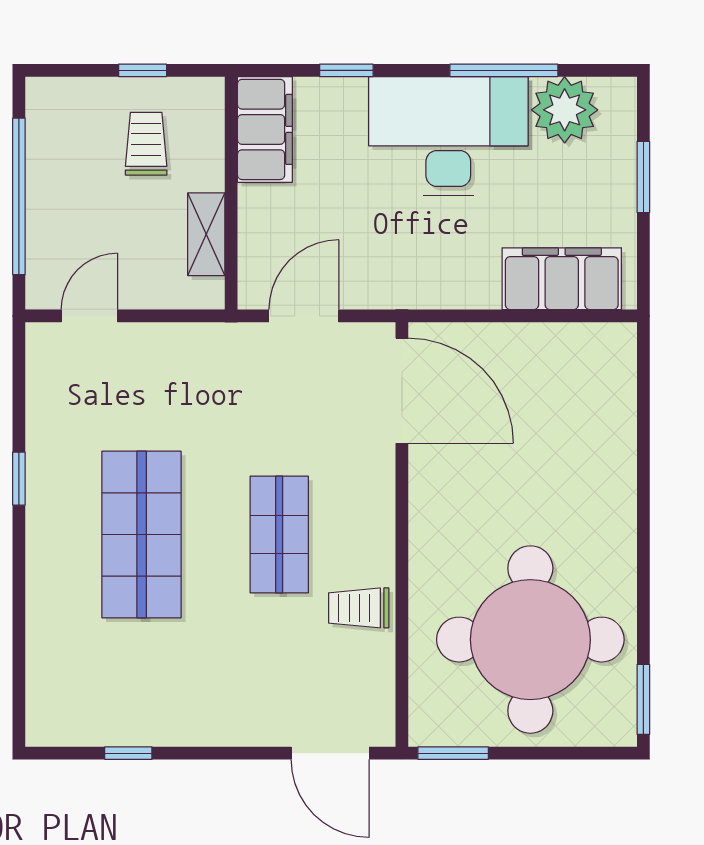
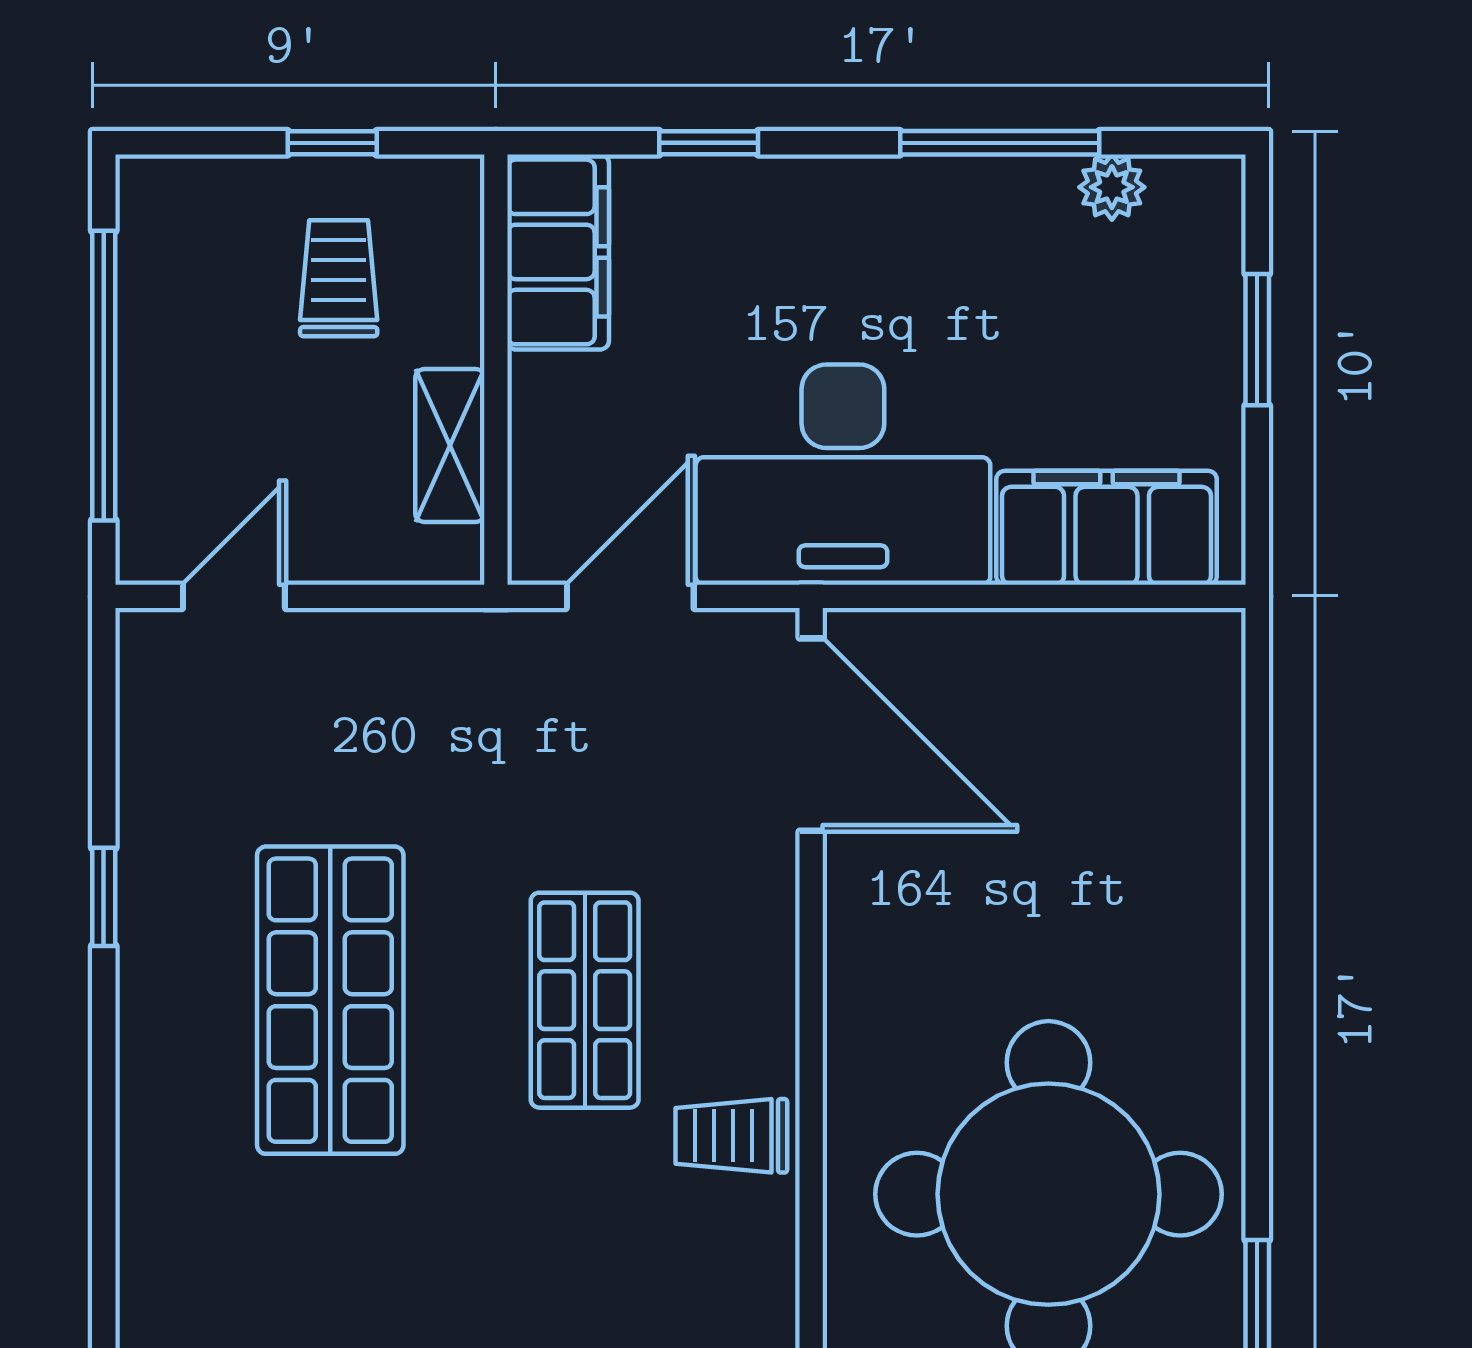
plant: (565, 110) -> (1112, 187), width x0.53, depth x0.53
desk: (448, 136) -> (843, 475), moved, turned 180

